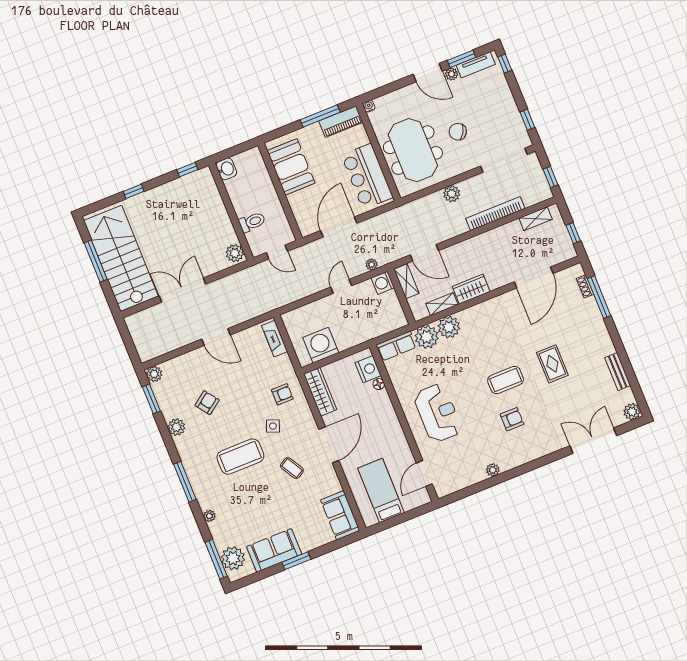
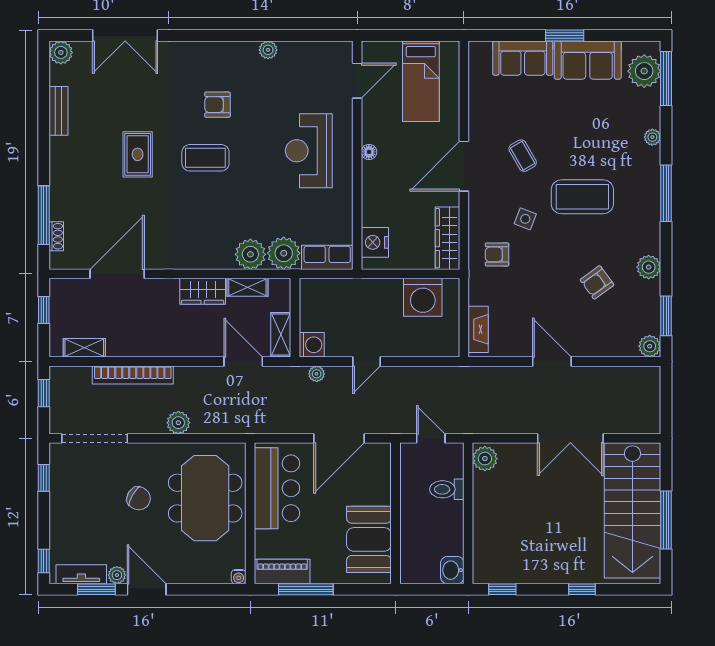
floor lamp: (379, 384) -> (369, 152), moved
sofa: (340, 515) -> (523, 58), moved, turned 90

